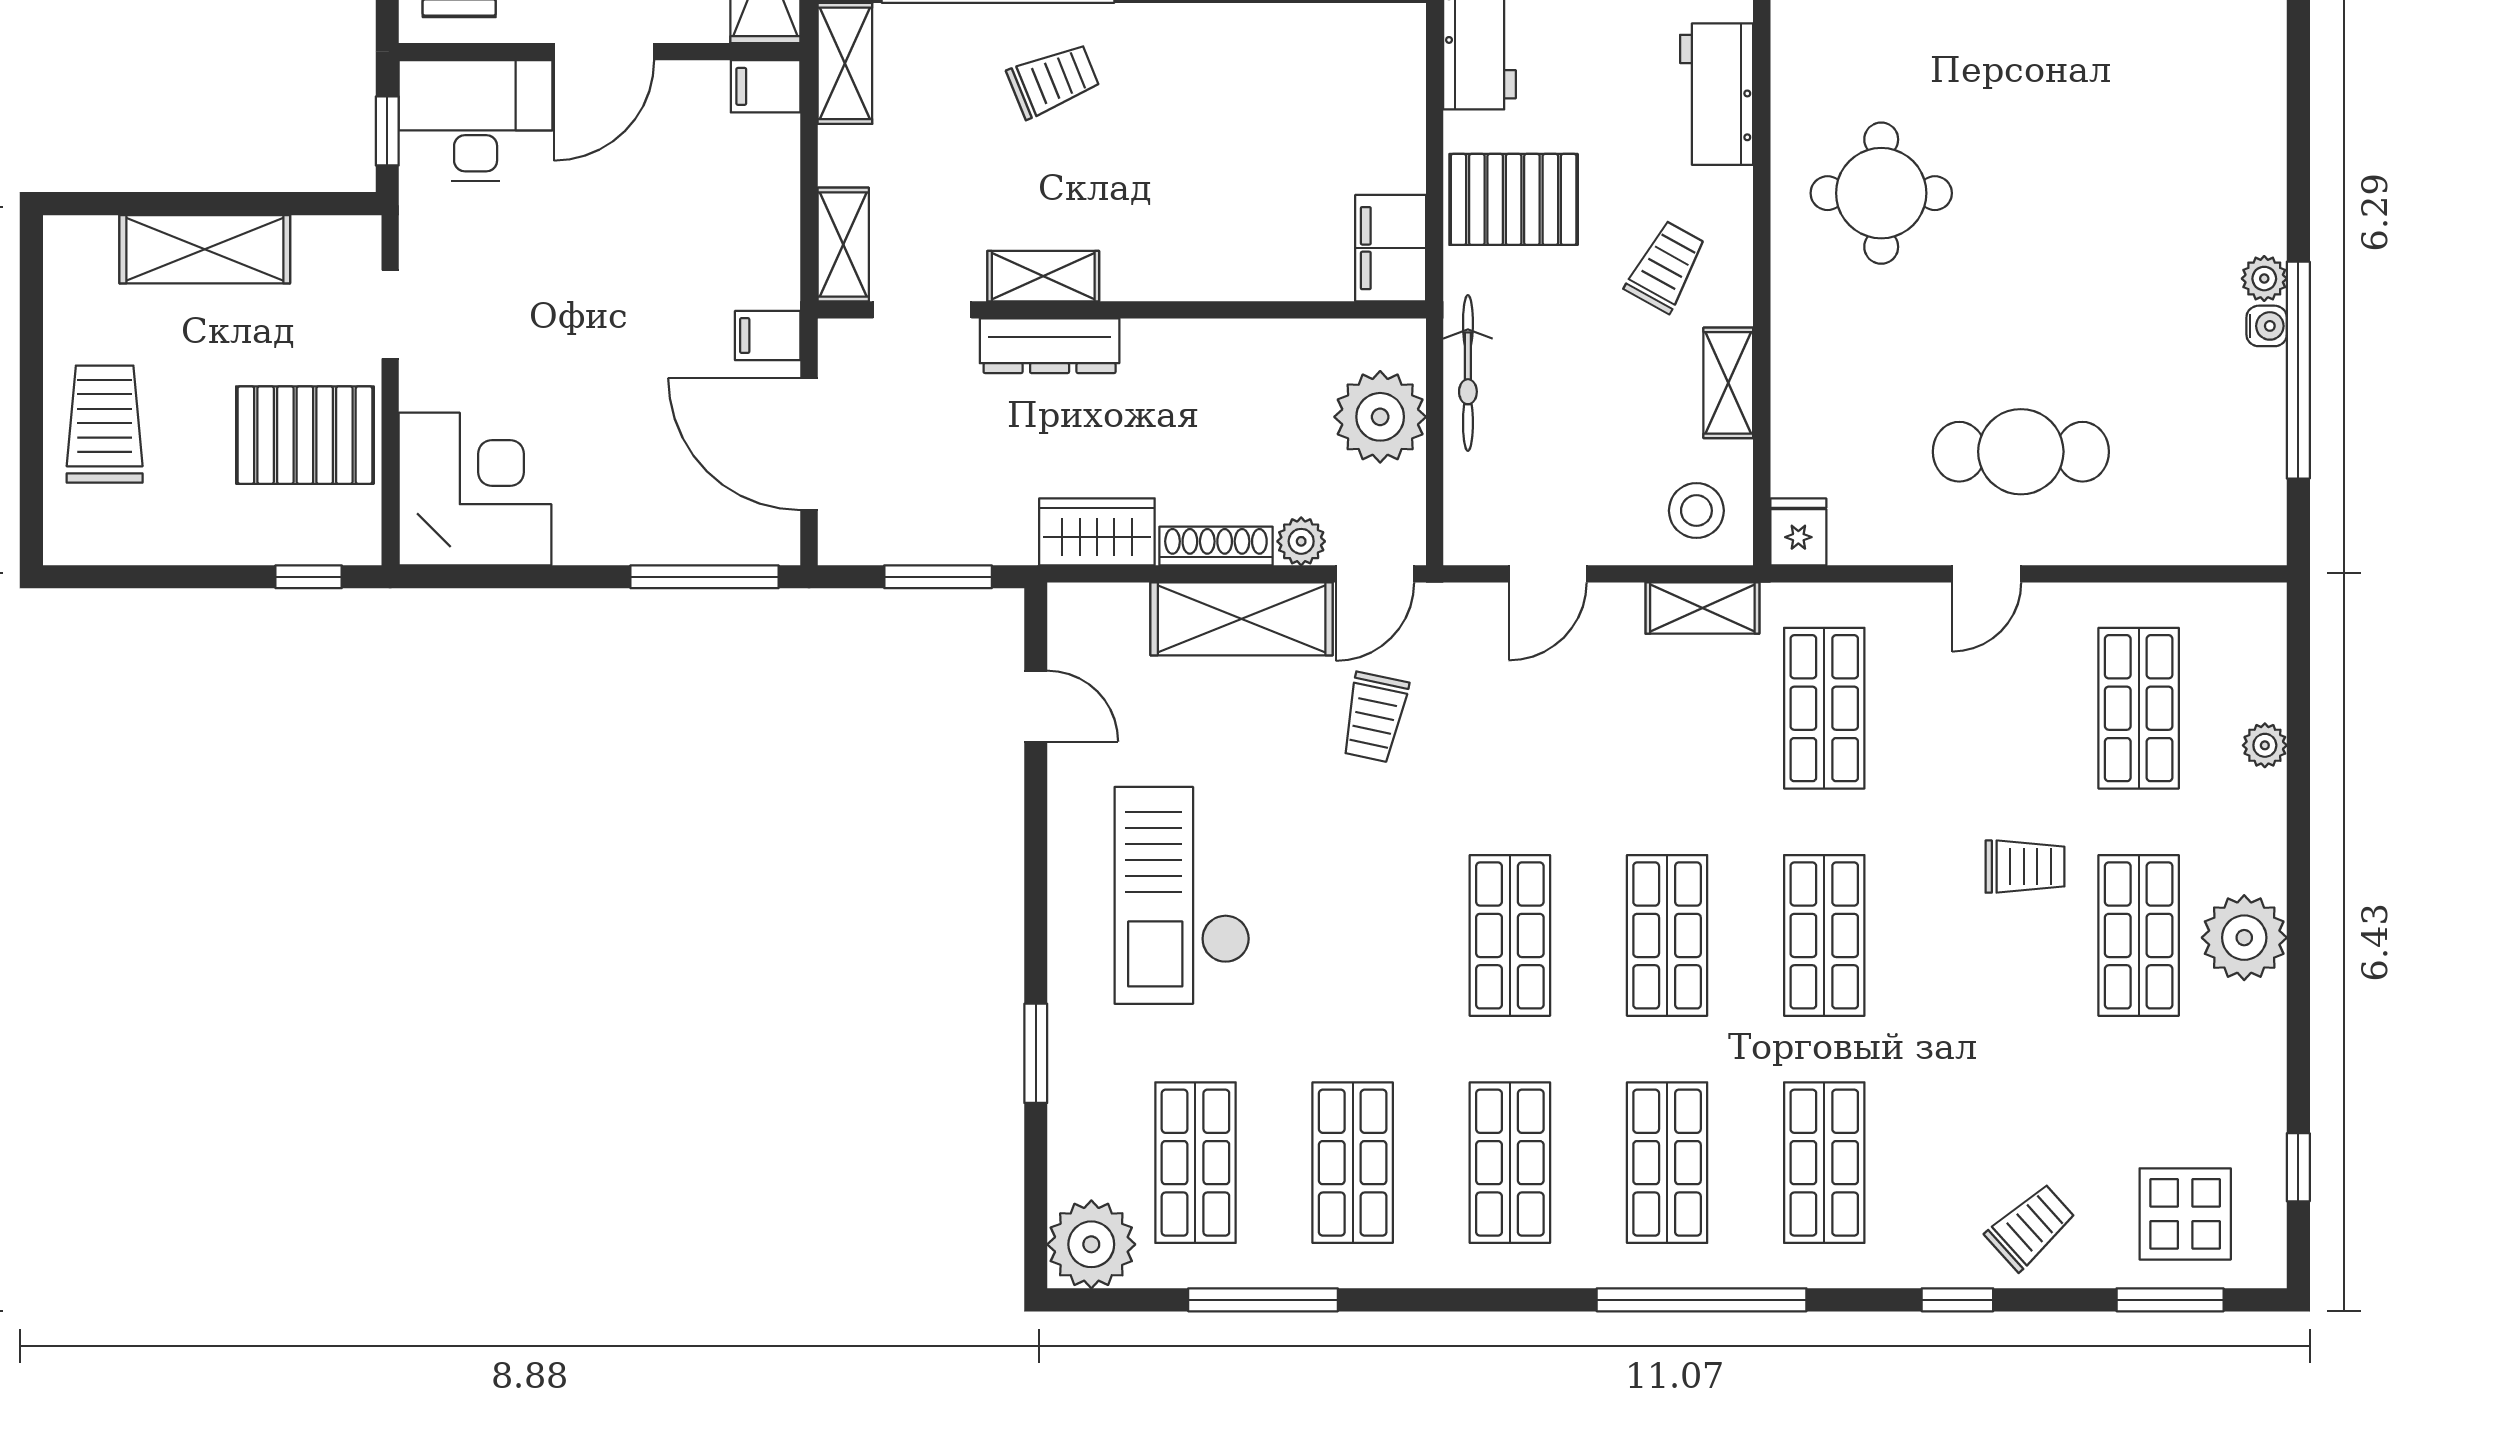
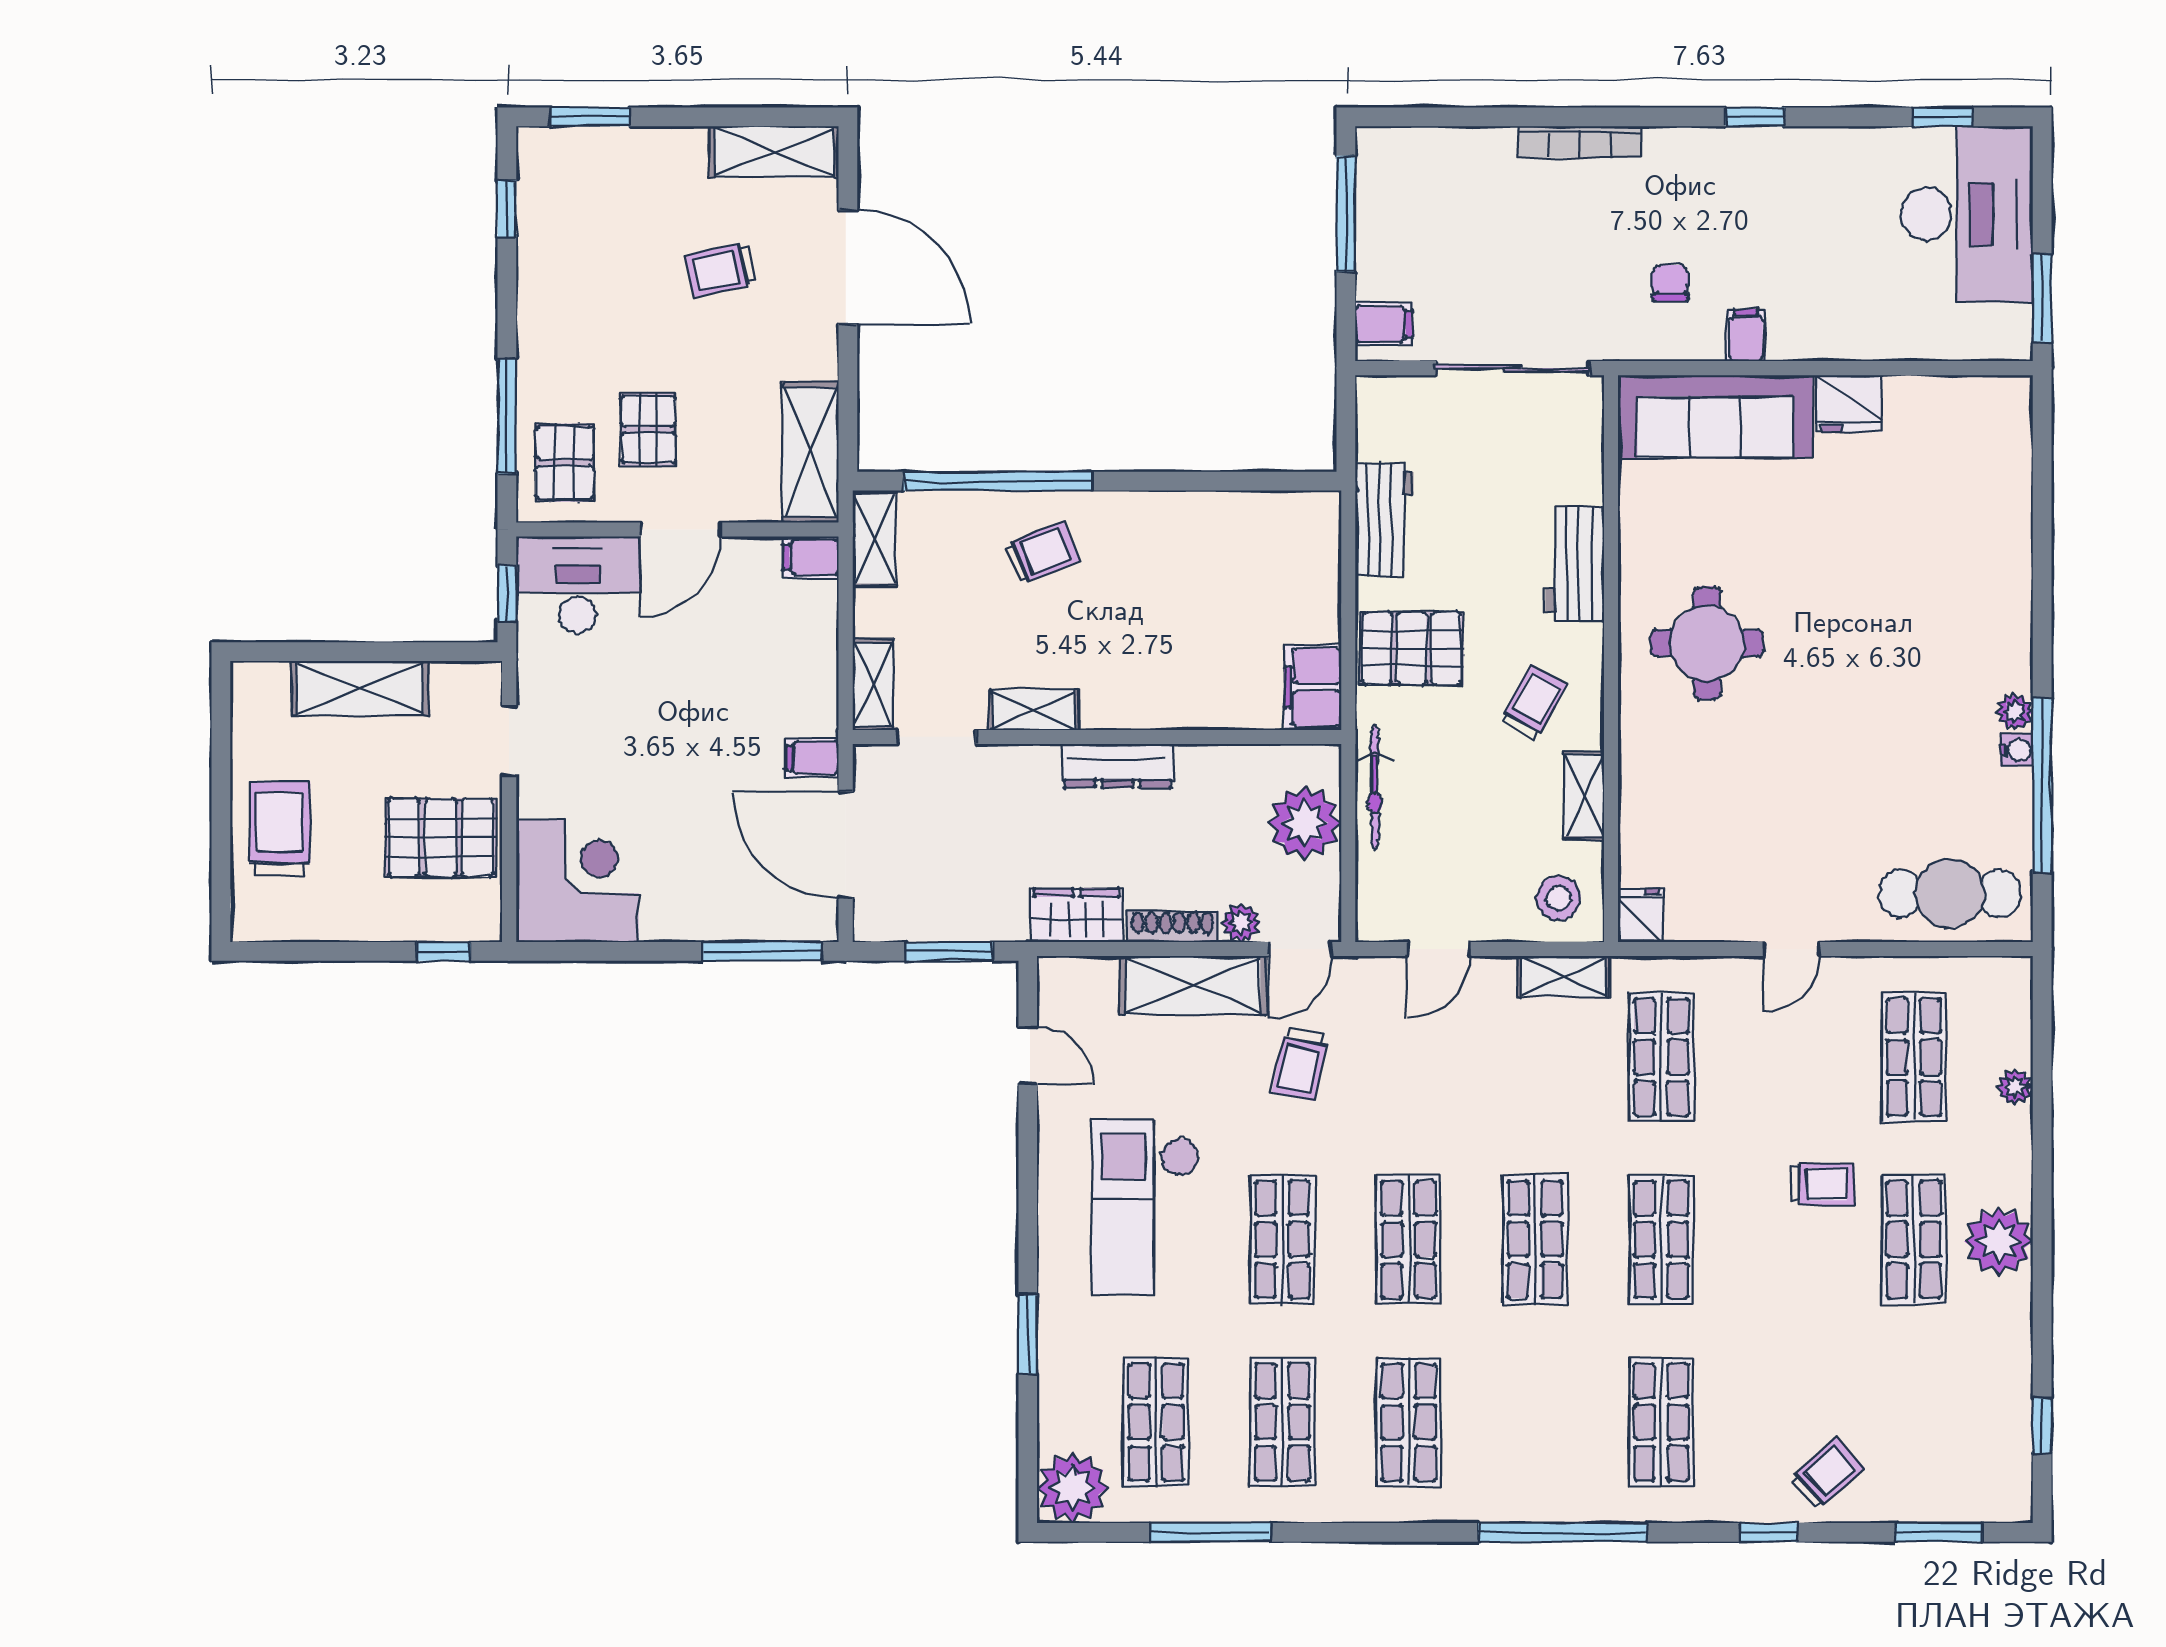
dresser: (1050, 346) -> (1117, 766), moved
cafe table: (2021, 452) -> (1950, 893), moved
shop shelf: (1667, 1163) -> (1282, 1240), moved
display table: (2185, 1214) -> (1951, 1463), removed

